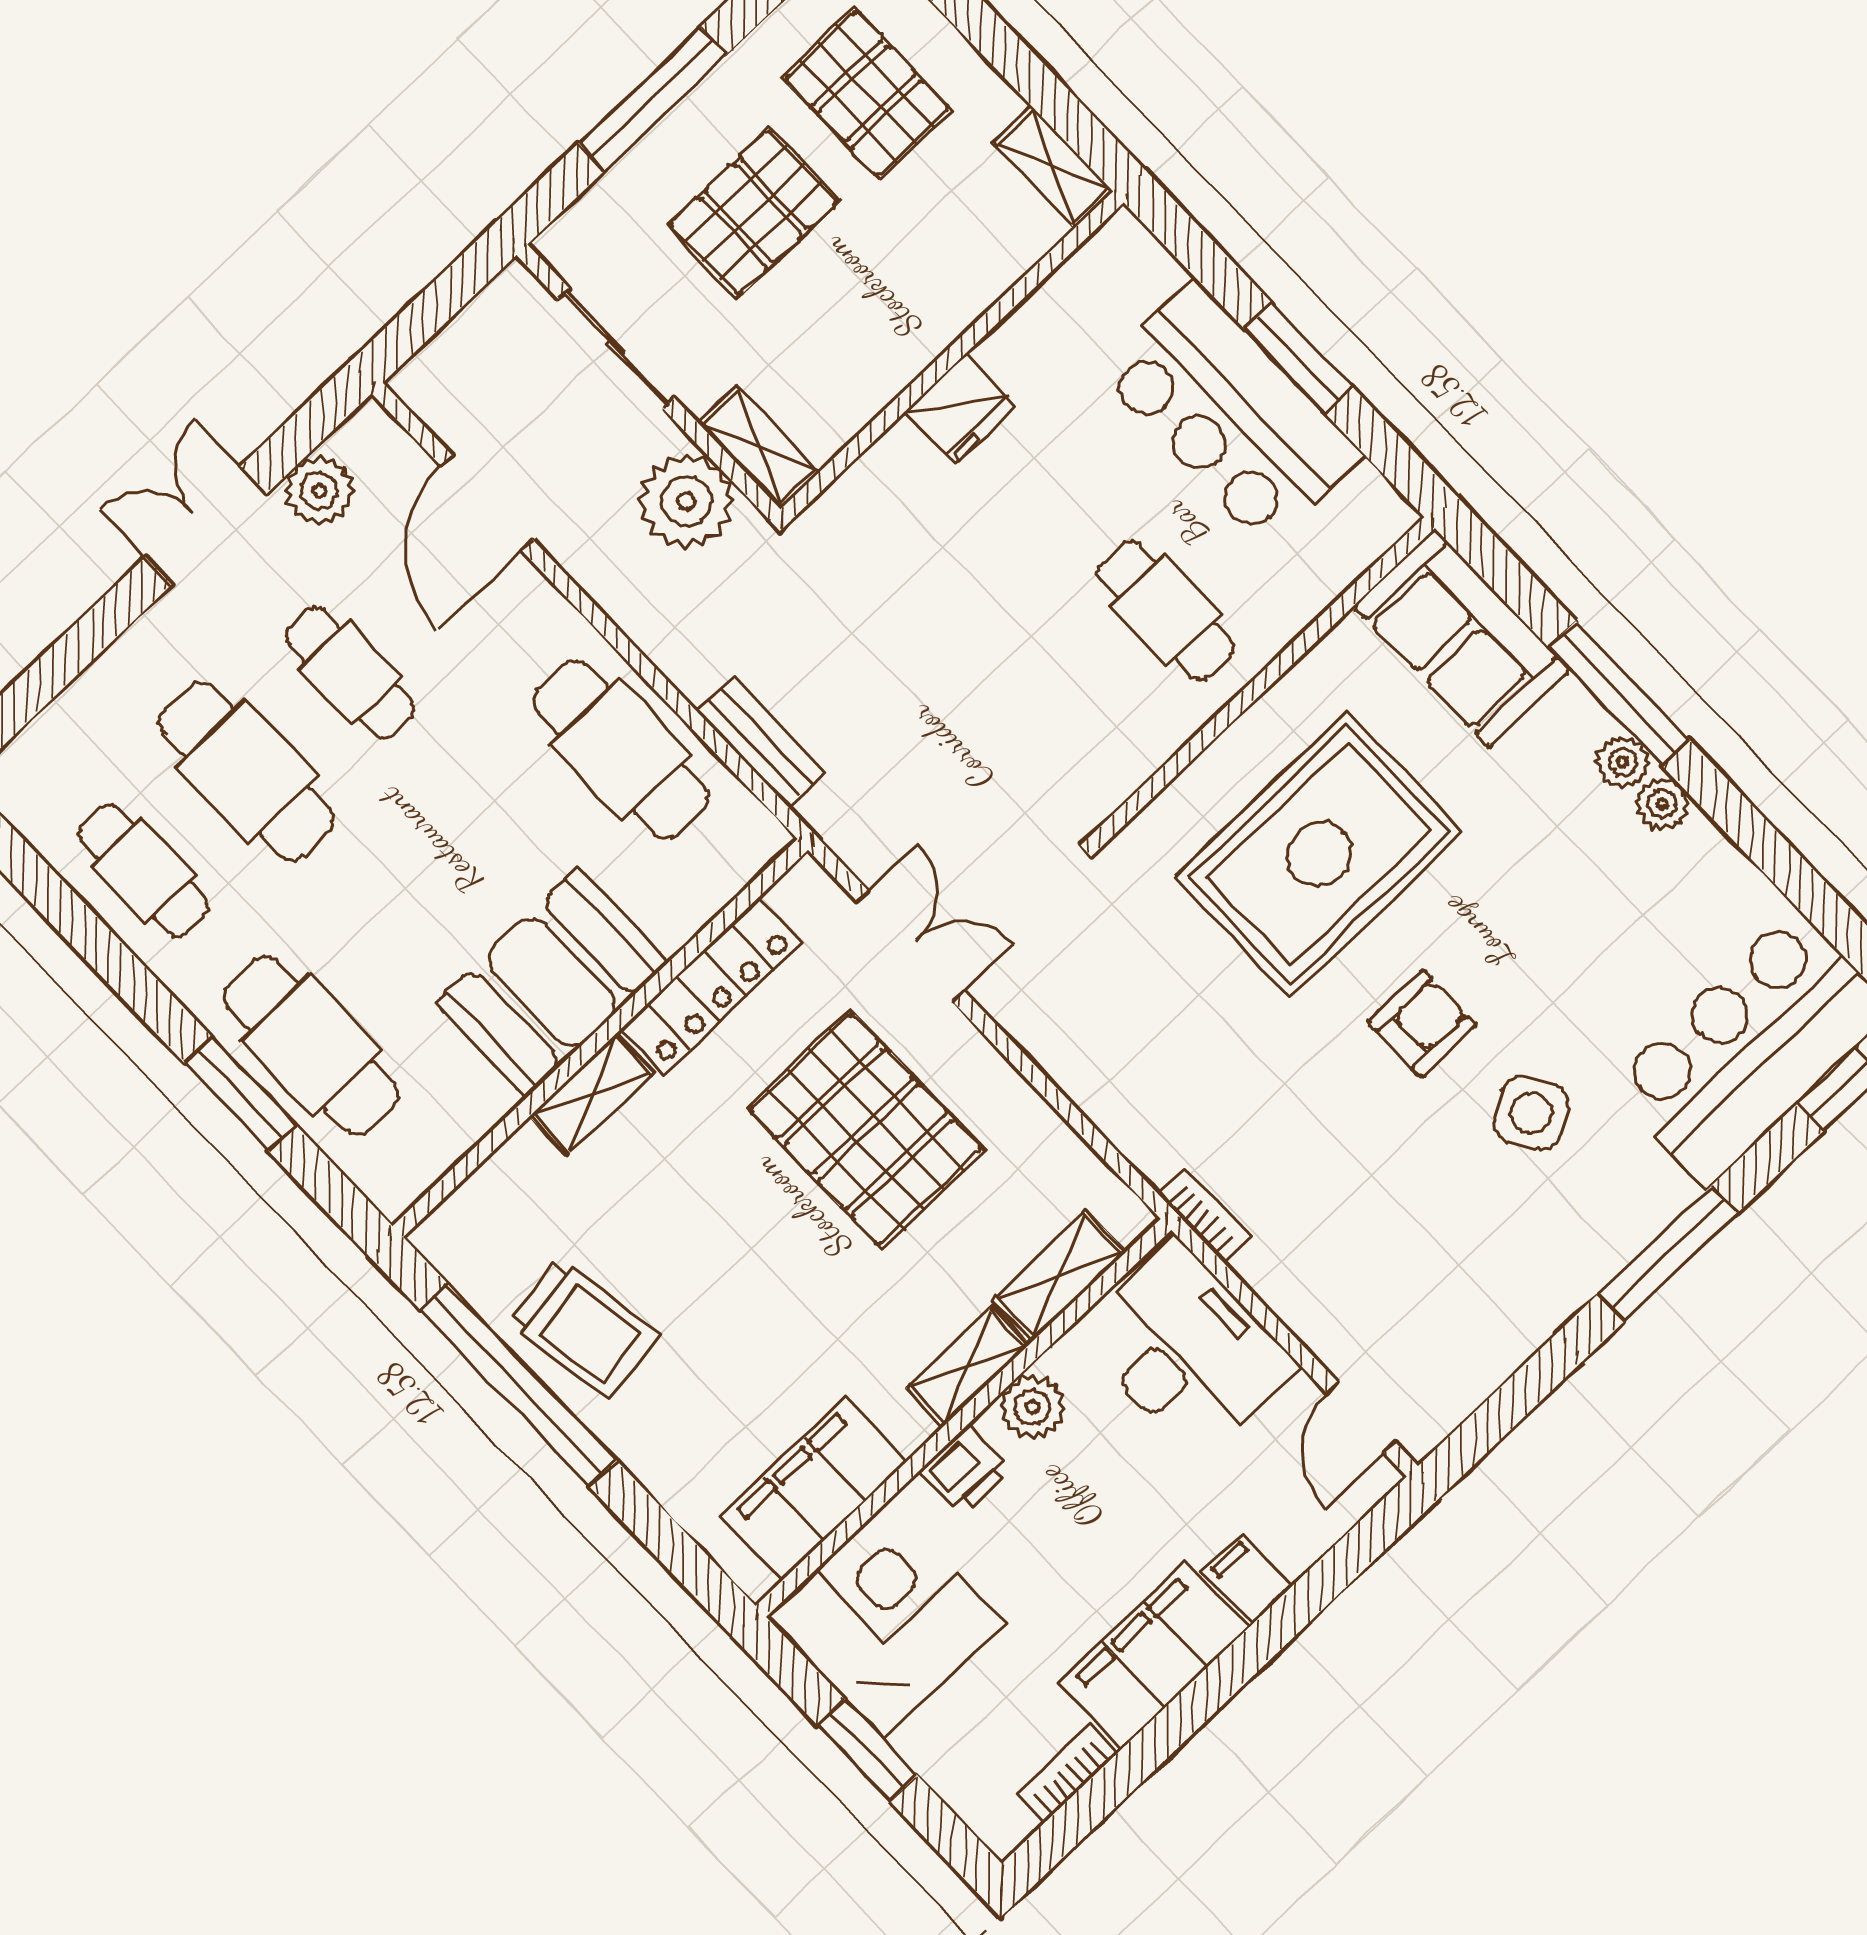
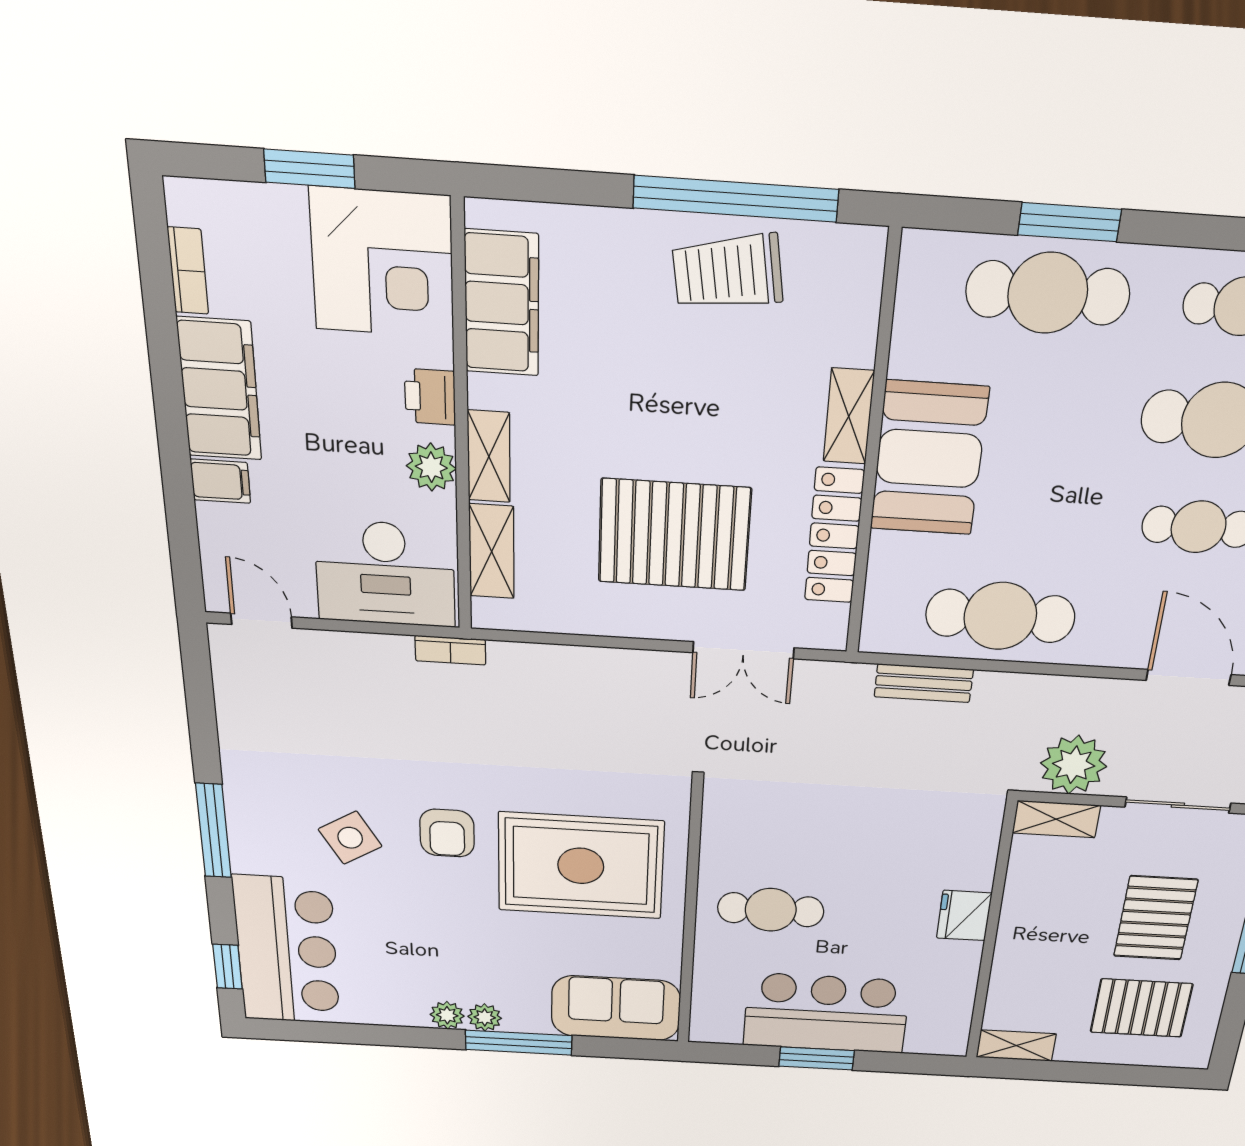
rug: (1319, 854) -> (581, 866), turned 90

